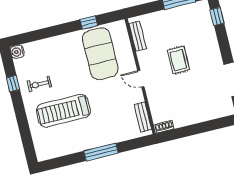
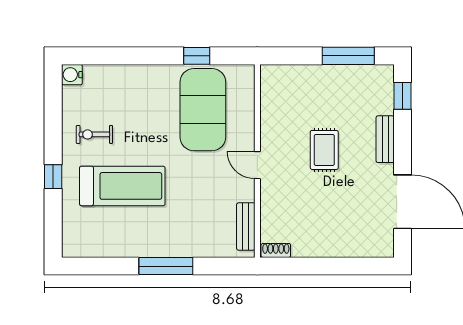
bench: (138, 36) -> (385, 139), moved
window: (13, 84) -> (53, 177), moved
treadmill: (63, 111) -> (122, 186), turned 180

